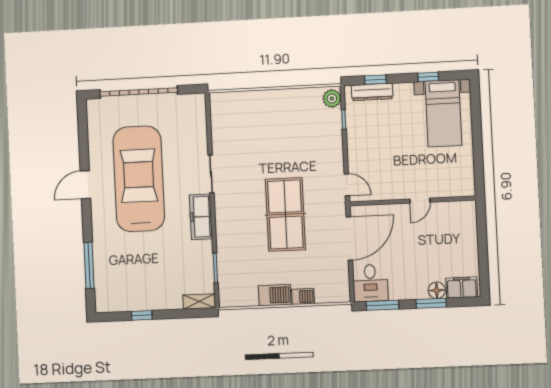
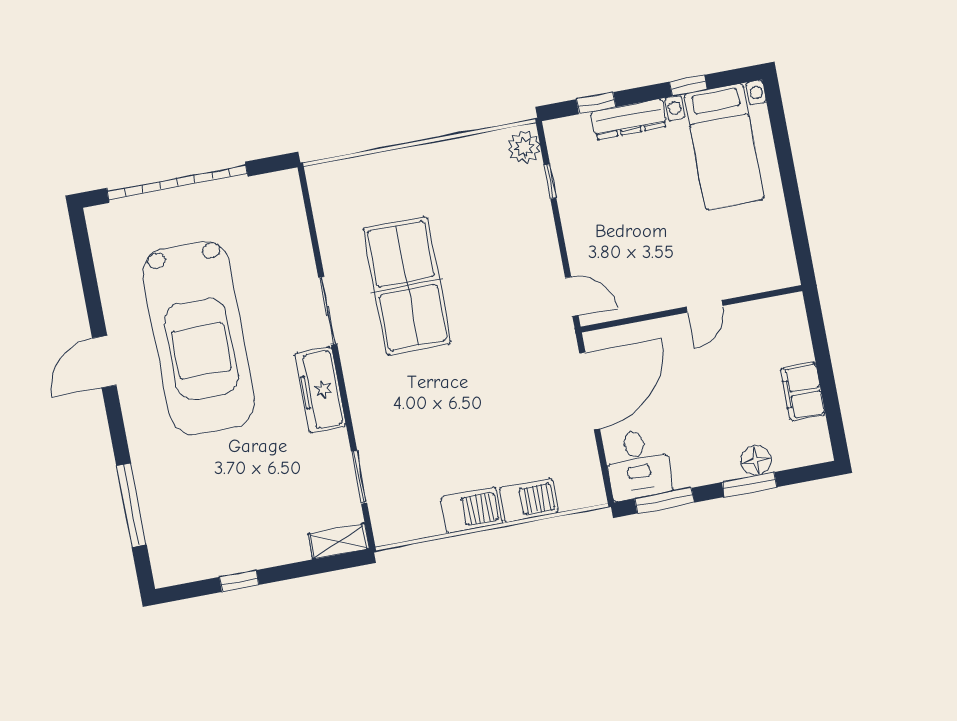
dresser: (372, 92) -> (629, 119), moved
car: (139, 179) -> (199, 338), turned 180
table tennis table: (285, 214) -> (407, 286), moved
filing cabinet: (462, 287) -> (803, 392), moved, turned -90
barbecue: (303, 297) -> (529, 500), width x1.38, depth x1.27

